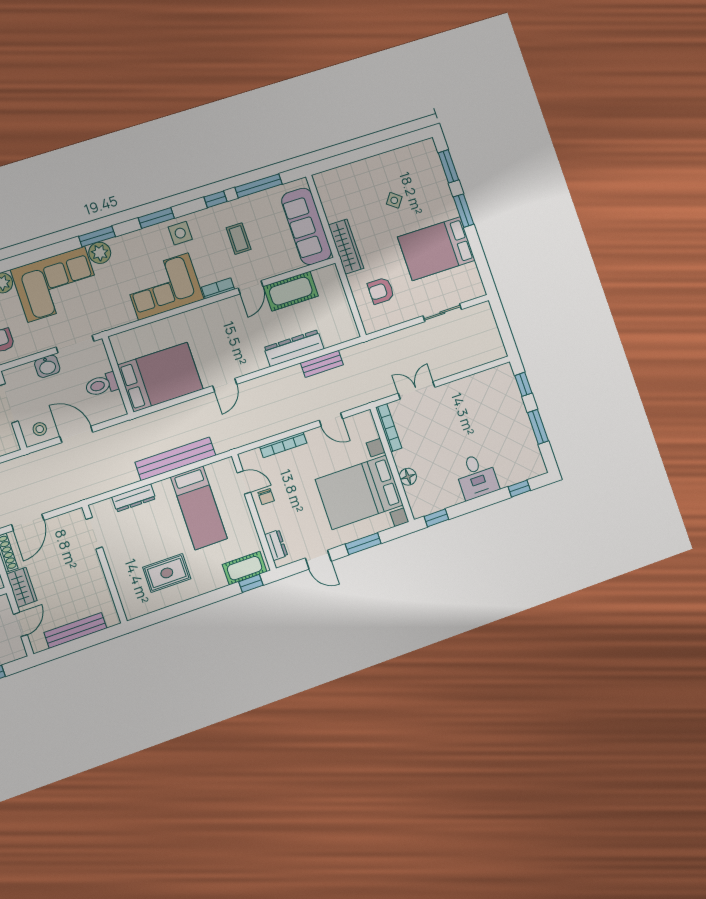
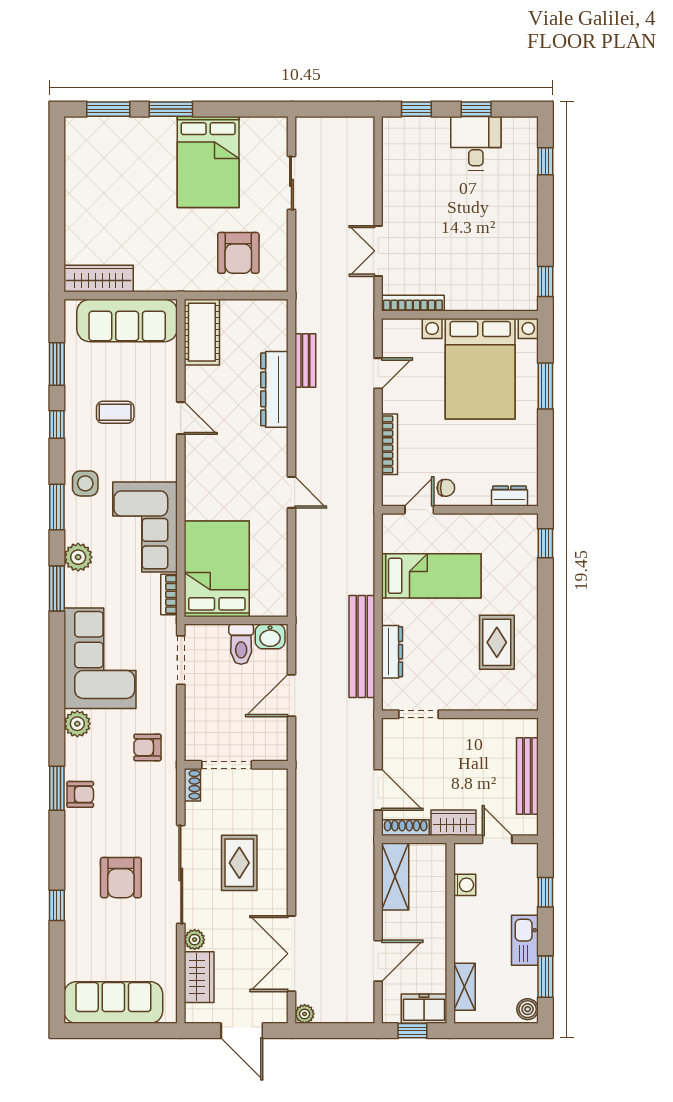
window: (259, 186) -> (57, 364), width x0.69
side table: (394, 200) -> (130, 195), removed
wardrobe: (346, 247) -> (99, 279), moved
plant: (100, 253) -> (78, 557), moved
bookcase: (218, 288) -> (169, 594), moved
cot: (291, 291) -> (202, 332), moved
armchair: (381, 291) -> (238, 253), width x1.38, depth x1.38
washbasin: (47, 366) -> (270, 636), moved, turned 90
bed: (160, 377) -> (217, 569), moved
window: (538, 427) -> (476, 109), width x0.67
stool: (40, 429) -> (270, 738), removed
bench: (175, 459) -> (362, 646), moved
desk: (477, 476) -> (476, 143), moved, turned -90
floor lamp: (408, 477) -> (482, 300), removed
door: (318, 560) -> (545, 449), removed
cot: (245, 568) -> (524, 545), removed

